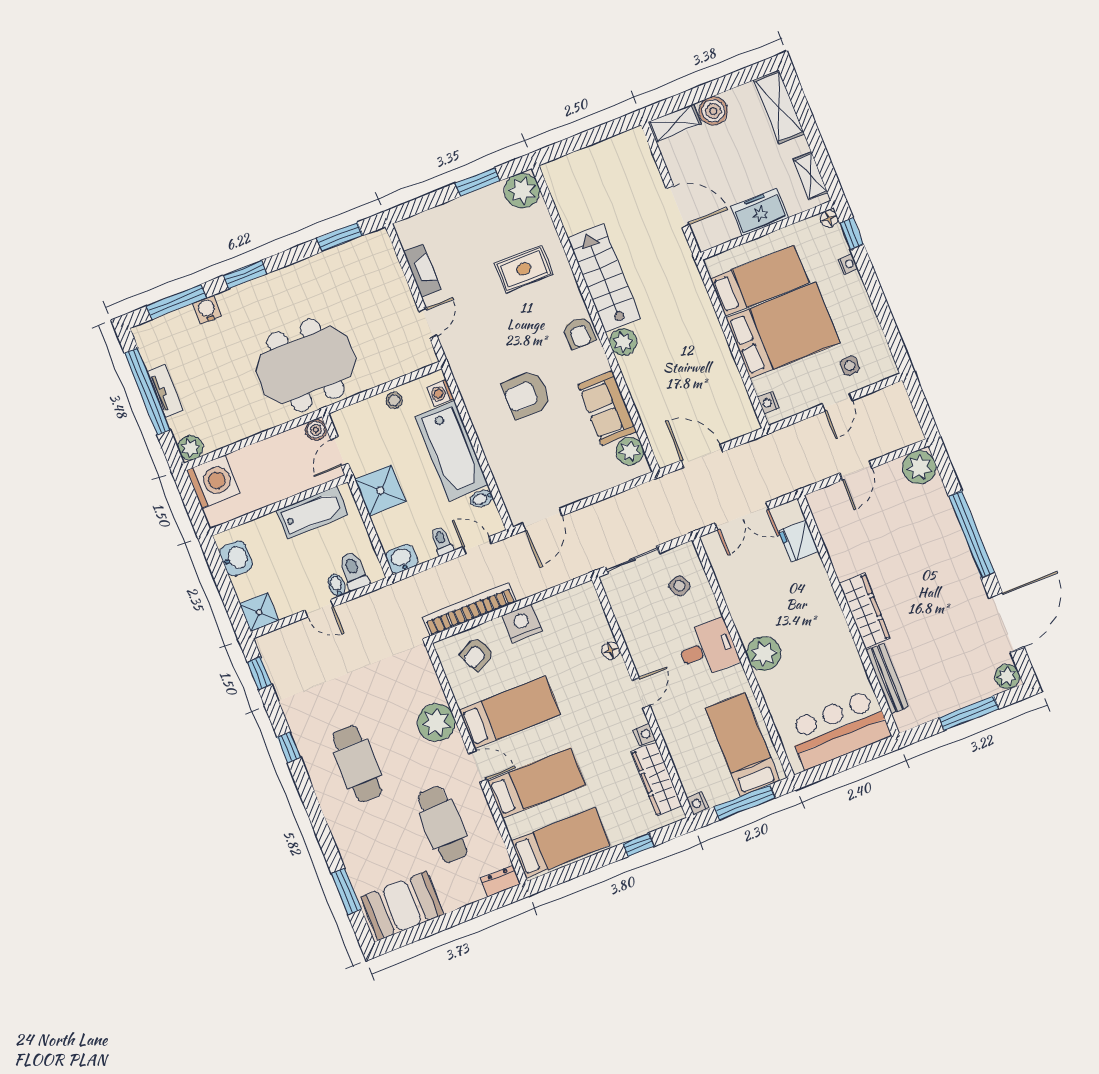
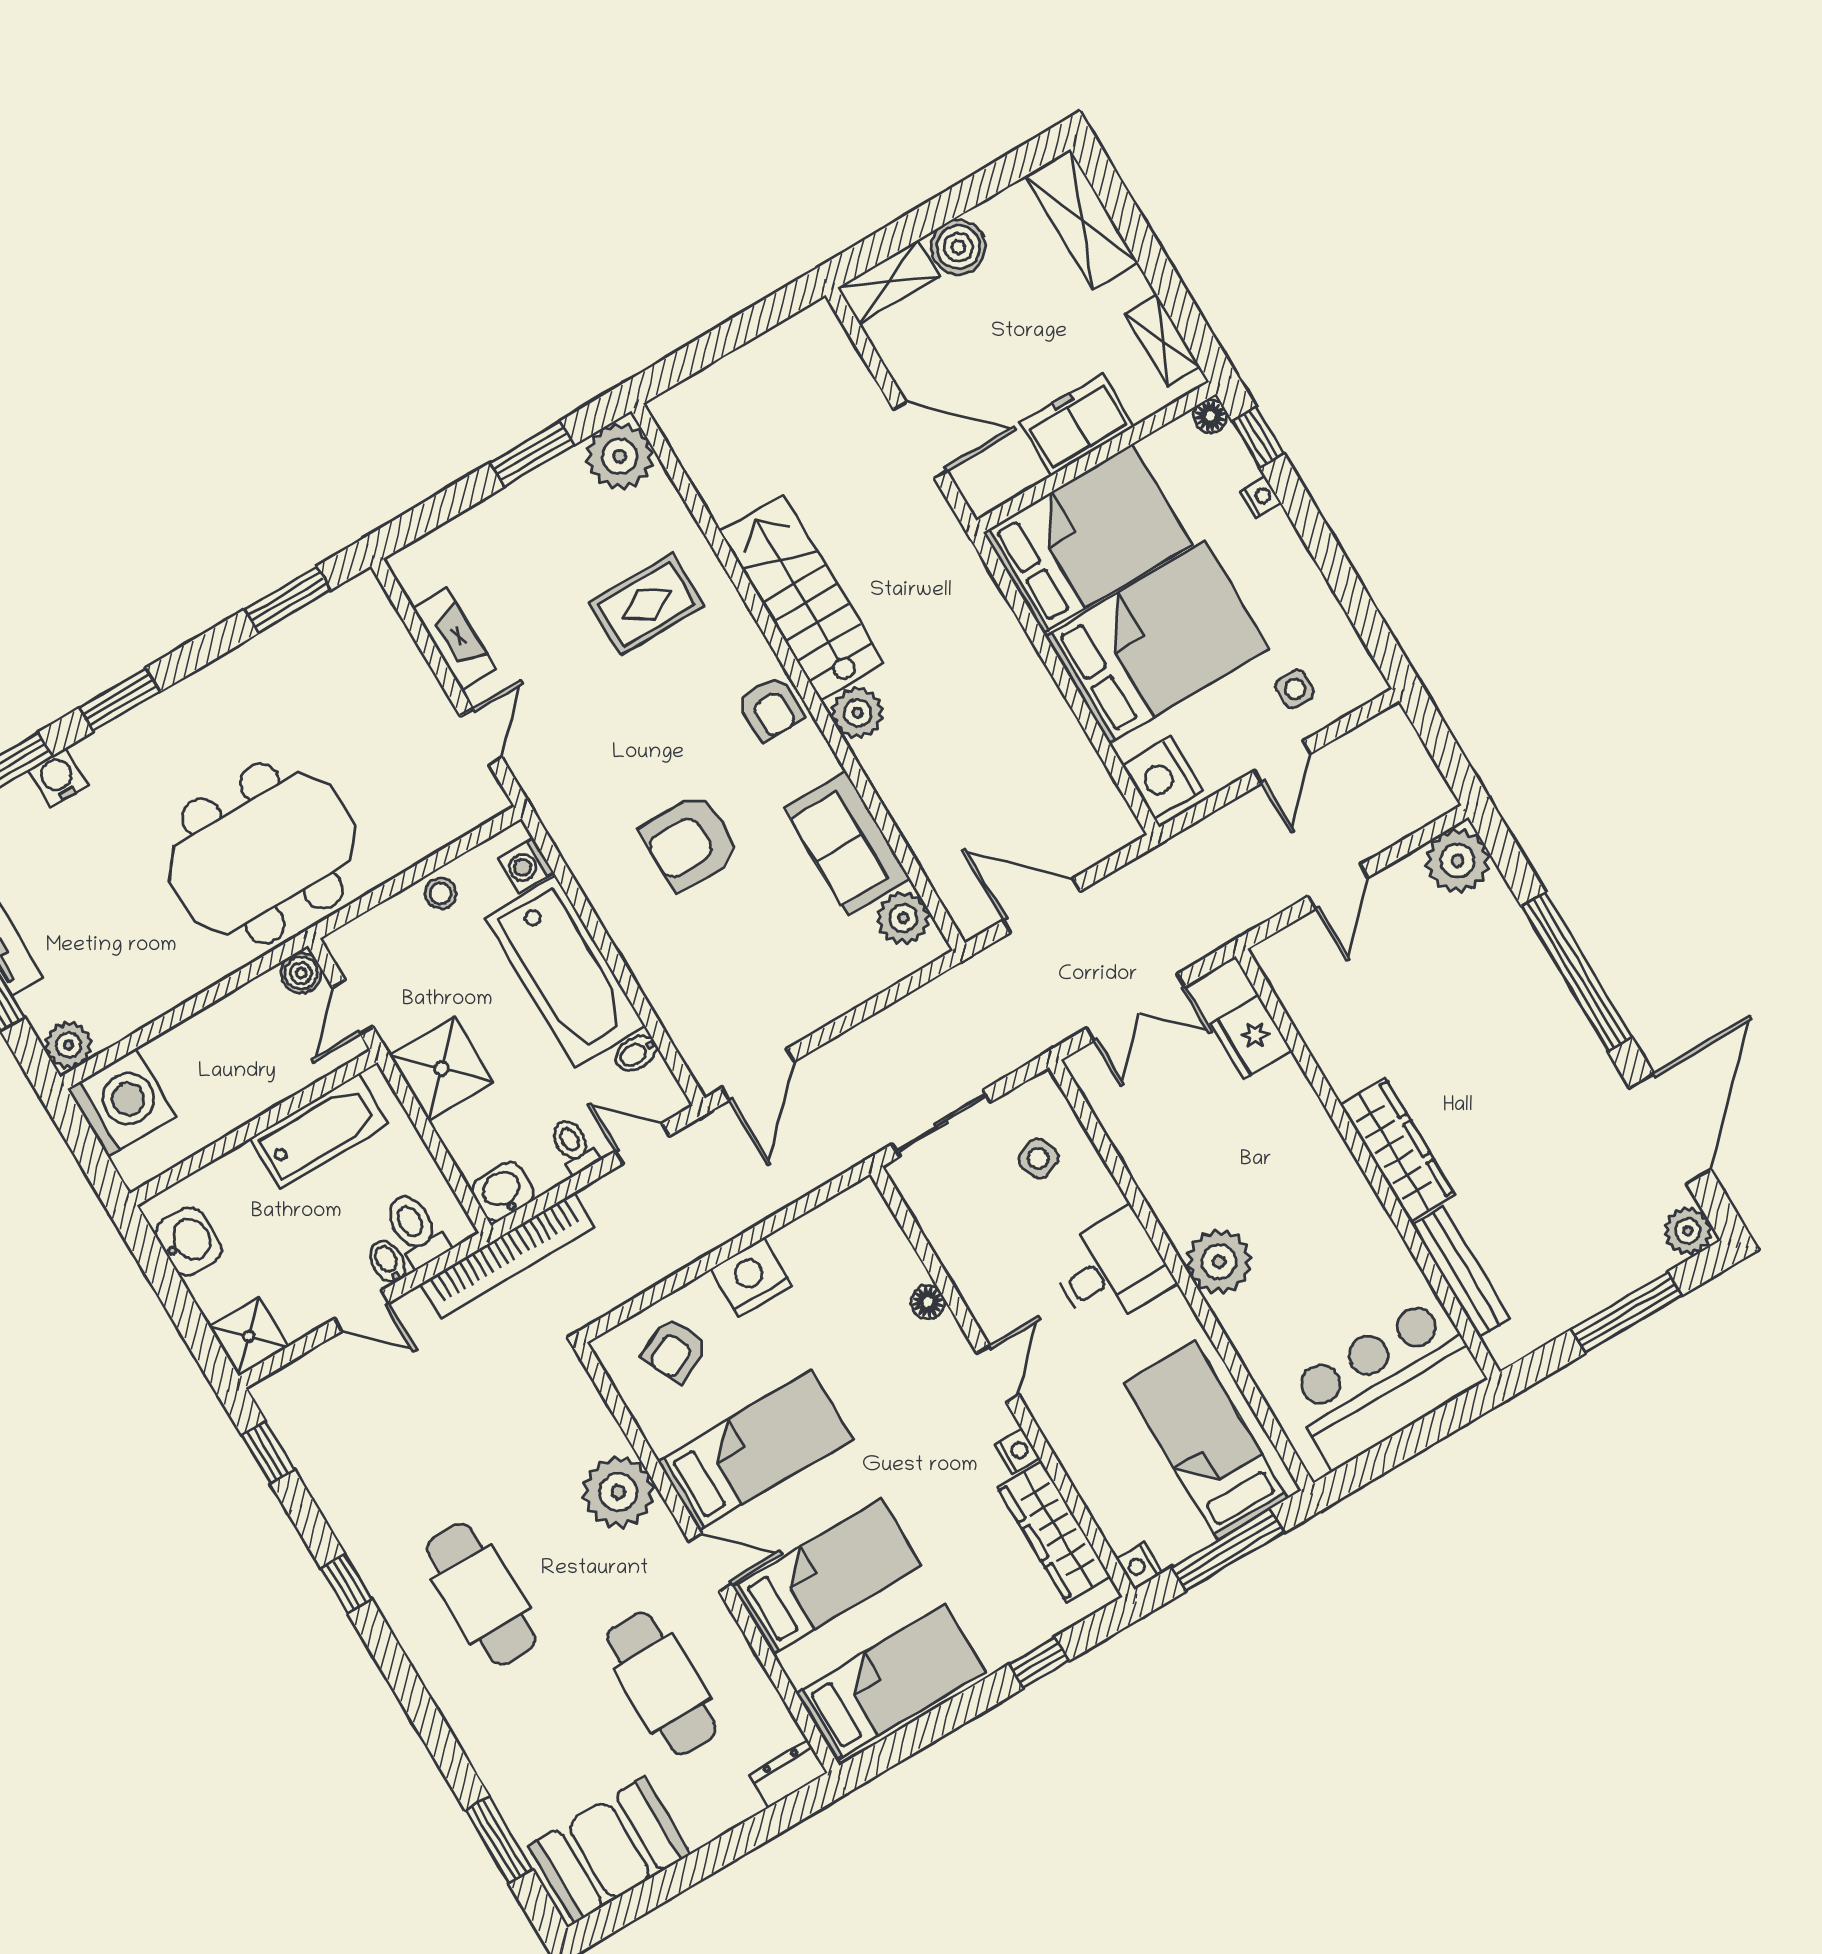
bed: (760, 281) -> (1088, 538), width x1.50
nightstand: (768, 403) -> (1162, 777), width x1.89, depth x1.79
bookcase: (469, 609) -> (507, 1256), moved, turned 180

